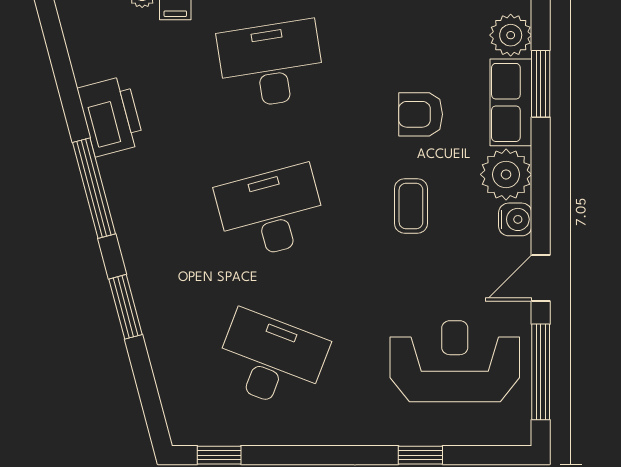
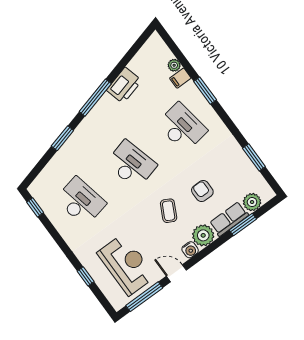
coffee table: (411, 206) -> (169, 211), turned -63
desk: (271, 360) -> (81, 201), turned -33

